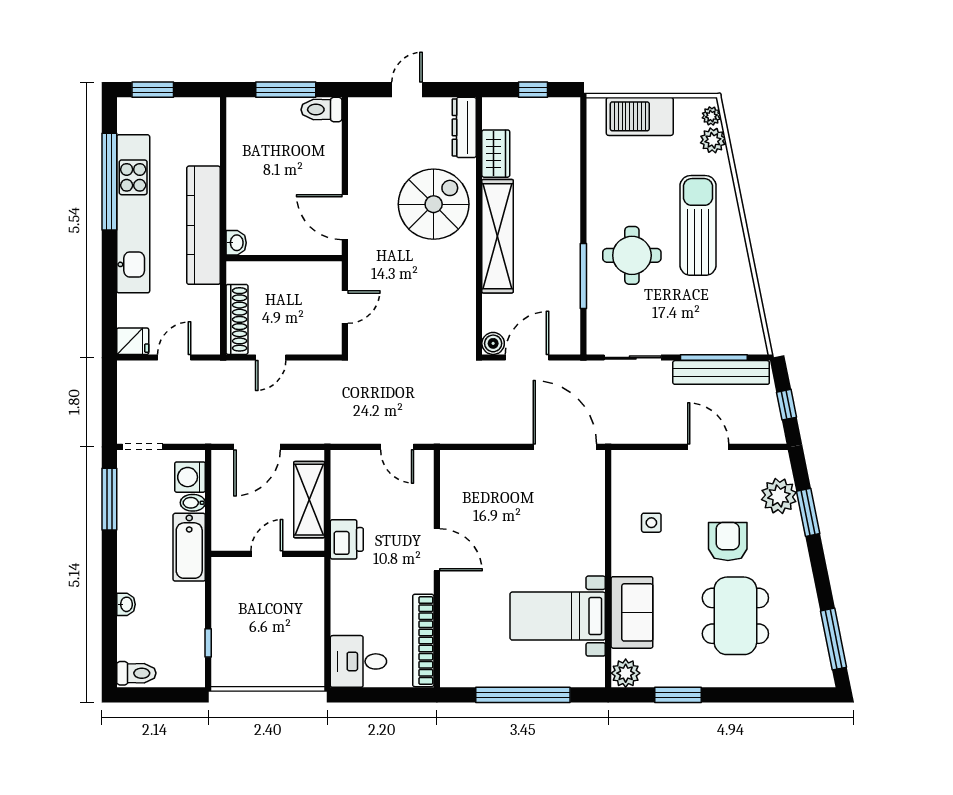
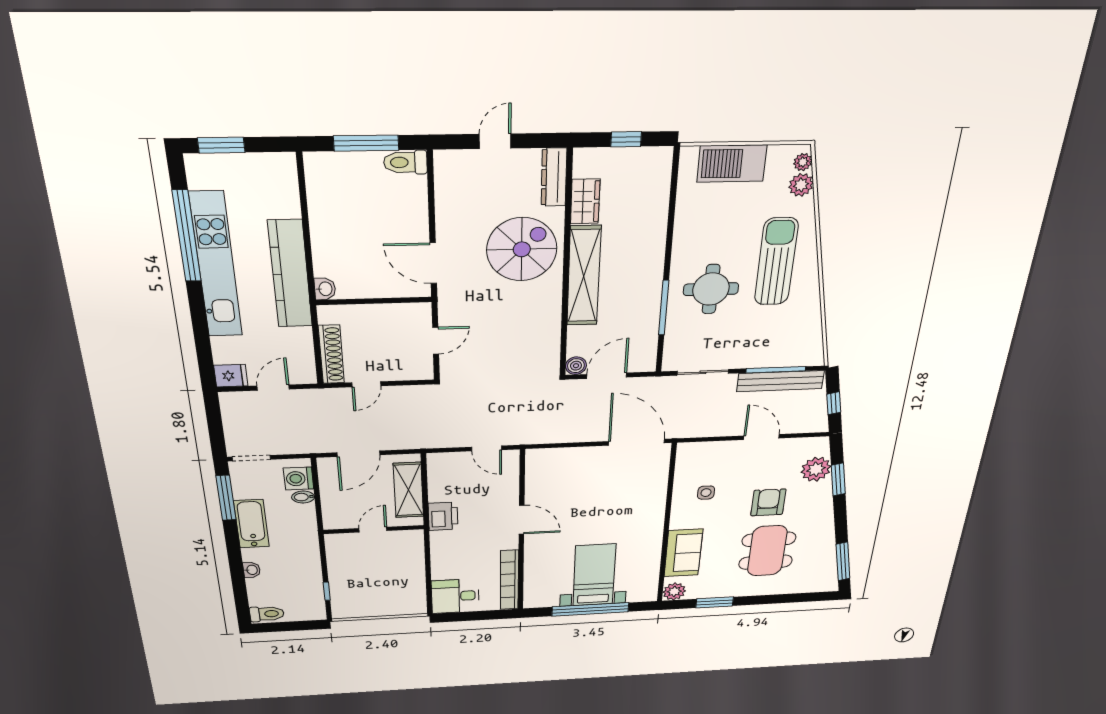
bathtub: (189, 547) -> (251, 524), moved, turned 180
bed with nightstands: (558, 616) -> (594, 575), moved, turned 90

